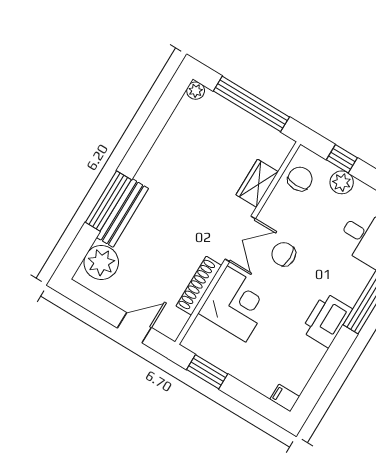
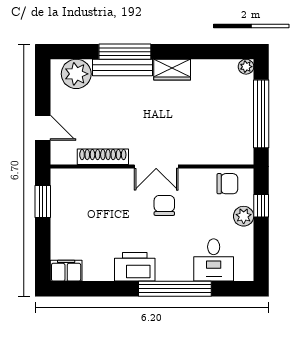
wardrobe: (257, 183) -> (172, 70), moved, turned 180
corner desk: (236, 304) -> (106, 193), removed
filing cabinet: (285, 398) -> (66, 271), width x2.00

